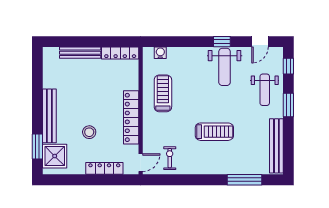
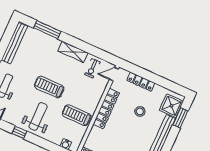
weight bench: (225, 67) -> (38, 116), moved
treadmill: (163, 93) -> (77, 115), turned 90
treadmill: (214, 132) -> (49, 87), moved
shelving: (202, 167) -> (73, 52), added

